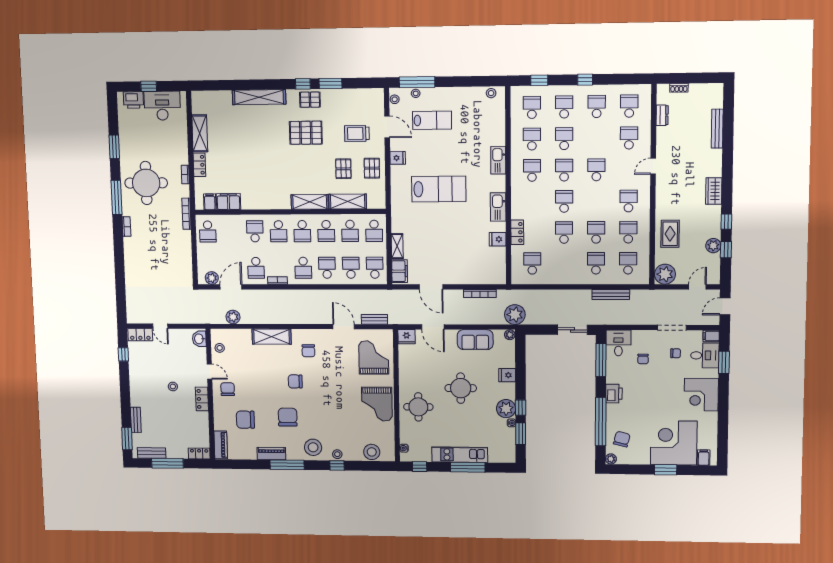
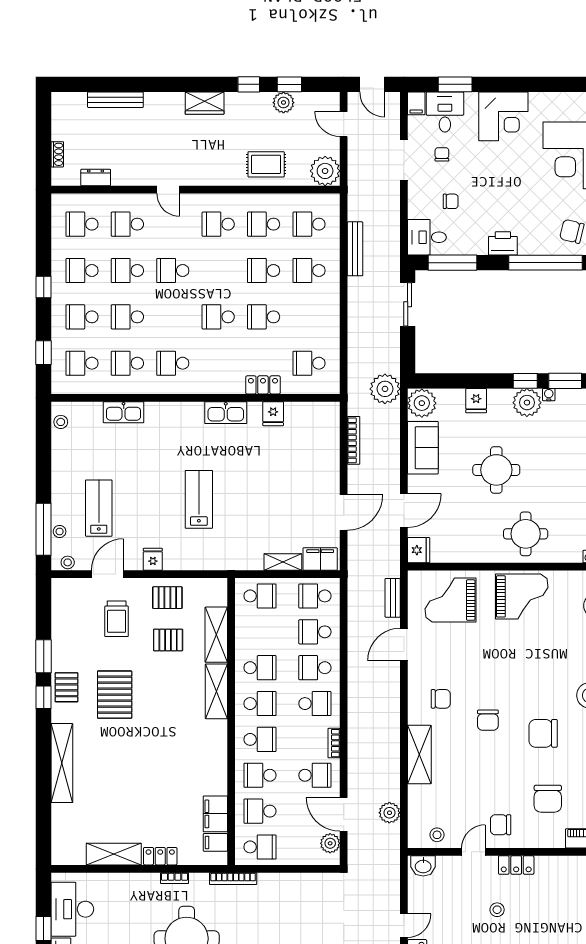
kitchen sink: (498, 160) -> (124, 412), moved
school desk: (564, 170) -> (127, 271), moved
lab bench: (439, 189) -> (199, 499), width x0.73, depth x0.72
school desk: (350, 231) -> (260, 811), moved, turned 180
plant: (510, 335) -> (422, 403), width x1.88, depth x1.88

